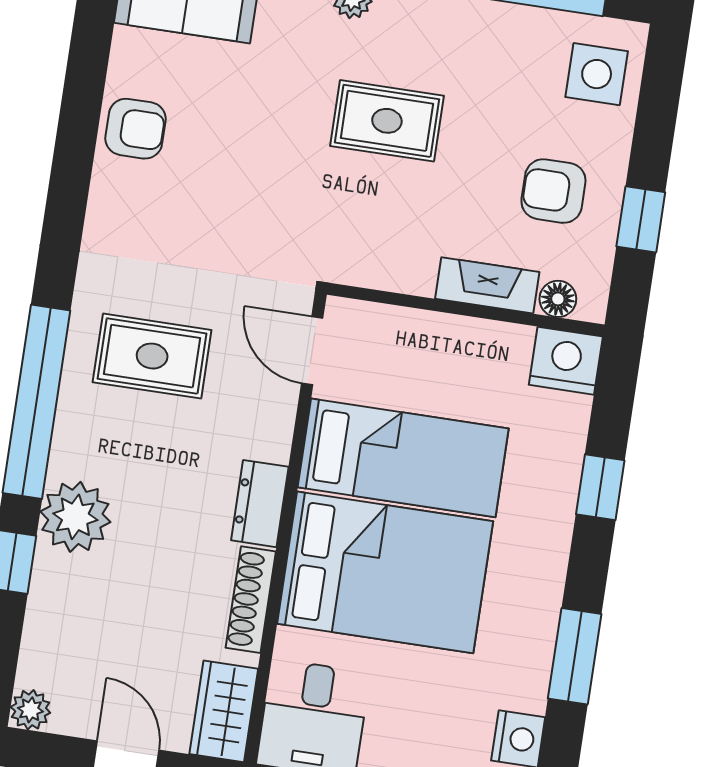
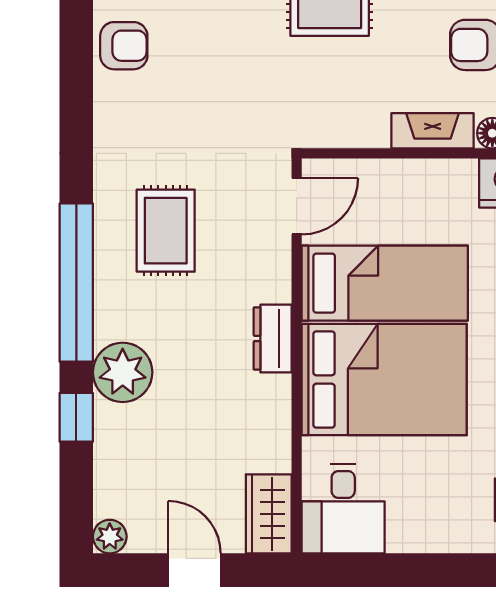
door: (312, 351) -> (297, 206), swing flipped
rug: (152, 356) -> (166, 231), turned 90
shoe rack: (251, 600) -> (277, 419), removed

